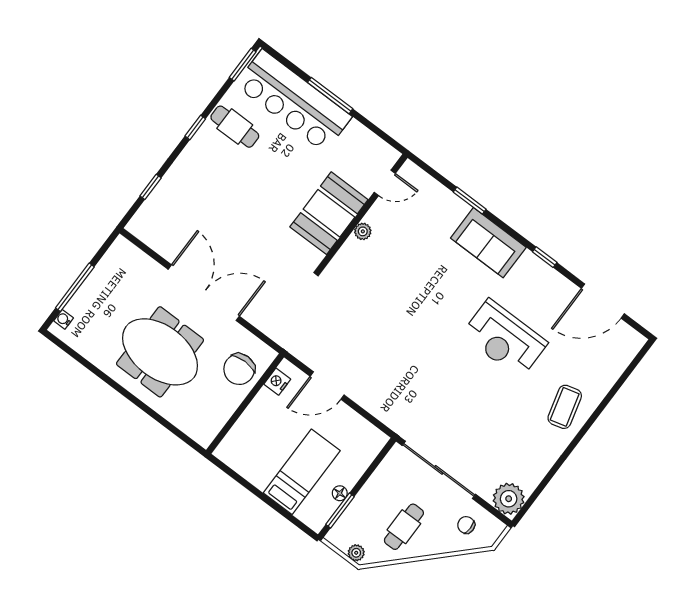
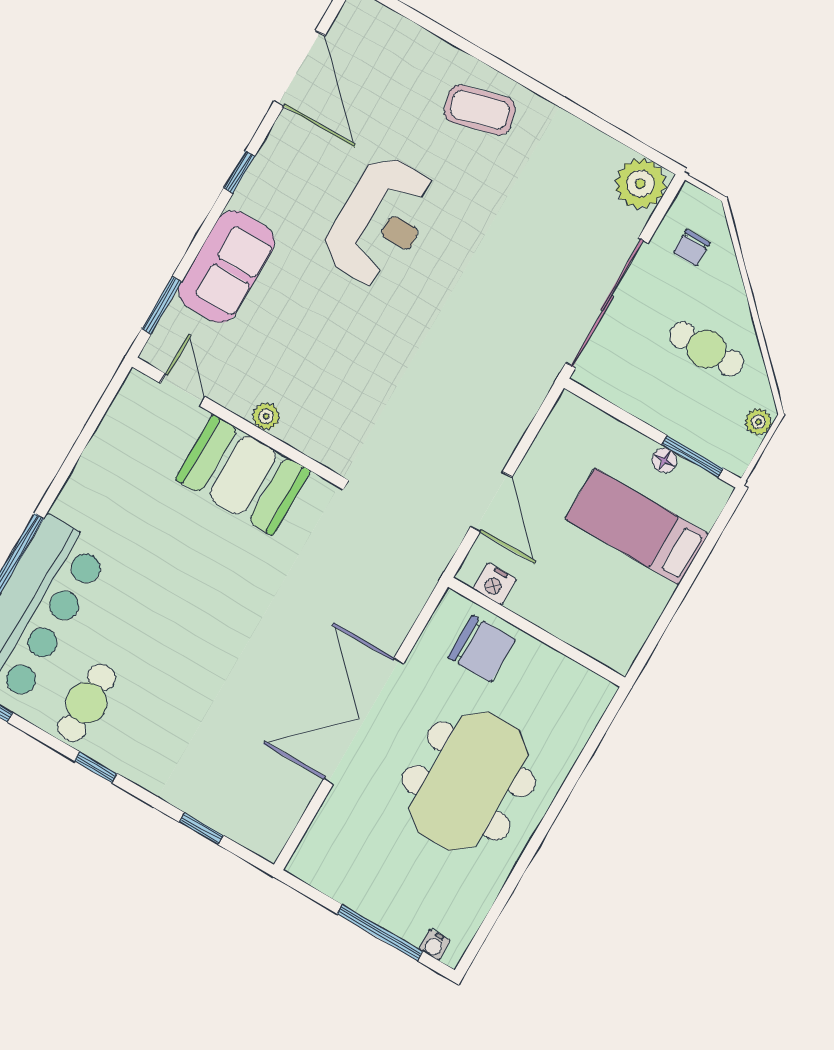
door: (385, 183) -> (183, 390), moved
booth: (329, 213) -> (243, 475), moved
wall: (362, 213) -> (236, 421), moved
plant: (363, 231) -> (266, 416), moved

